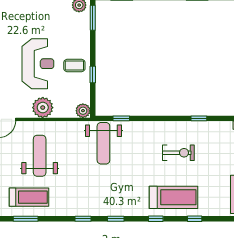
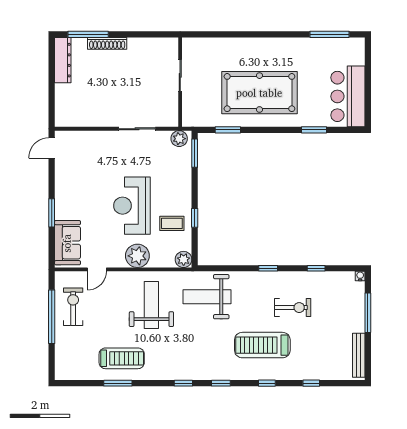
reception desk: (38, 64) -> (132, 206), turned 180
coffee table: (74, 66) -> (172, 223), moved
window: (121, 118) -> (268, 268), moved
weight bench: (103, 143) -> (207, 297), turned 90
weight bench: (40, 156) -> (151, 305), moved
treadmill: (174, 197) -> (262, 345), moved, turned 180

